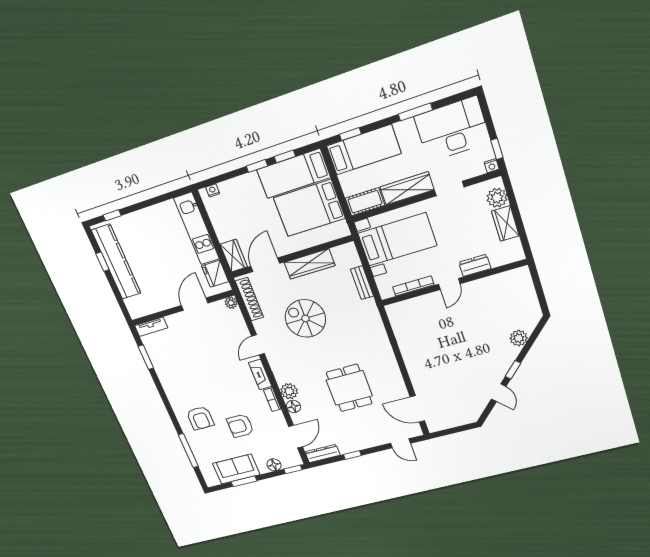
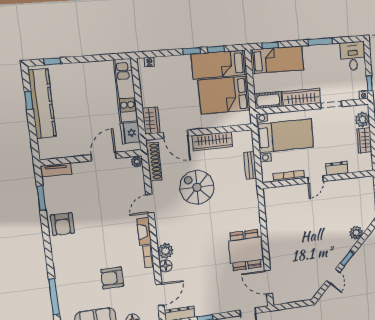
desk: (452, 129) -> (353, 56), width x0.53, depth x0.77
door: (265, 265) -> (176, 134), swing flipped
dining table: (349, 388) -> (246, 250), moved
armchair: (200, 418) -> (62, 224), moved

